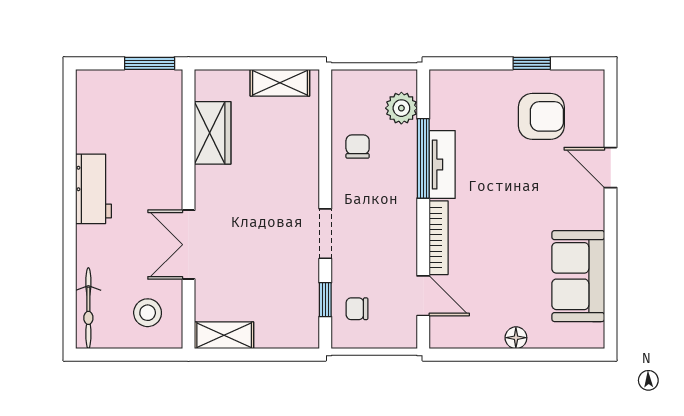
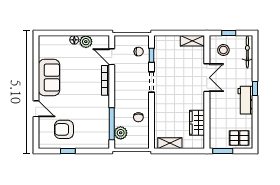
pallet: (109, 95) -> (239, 138), added
window: (423, 158) -> (112, 124), moved
tv unit: (442, 165) -> (104, 110), removed
window: (70, 218) -> (255, 88), added
sofa: (578, 276) -> (49, 77), moved
plant: (487, 333) -> (86, 42), added
window: (134, 355) -> (229, 33), added

